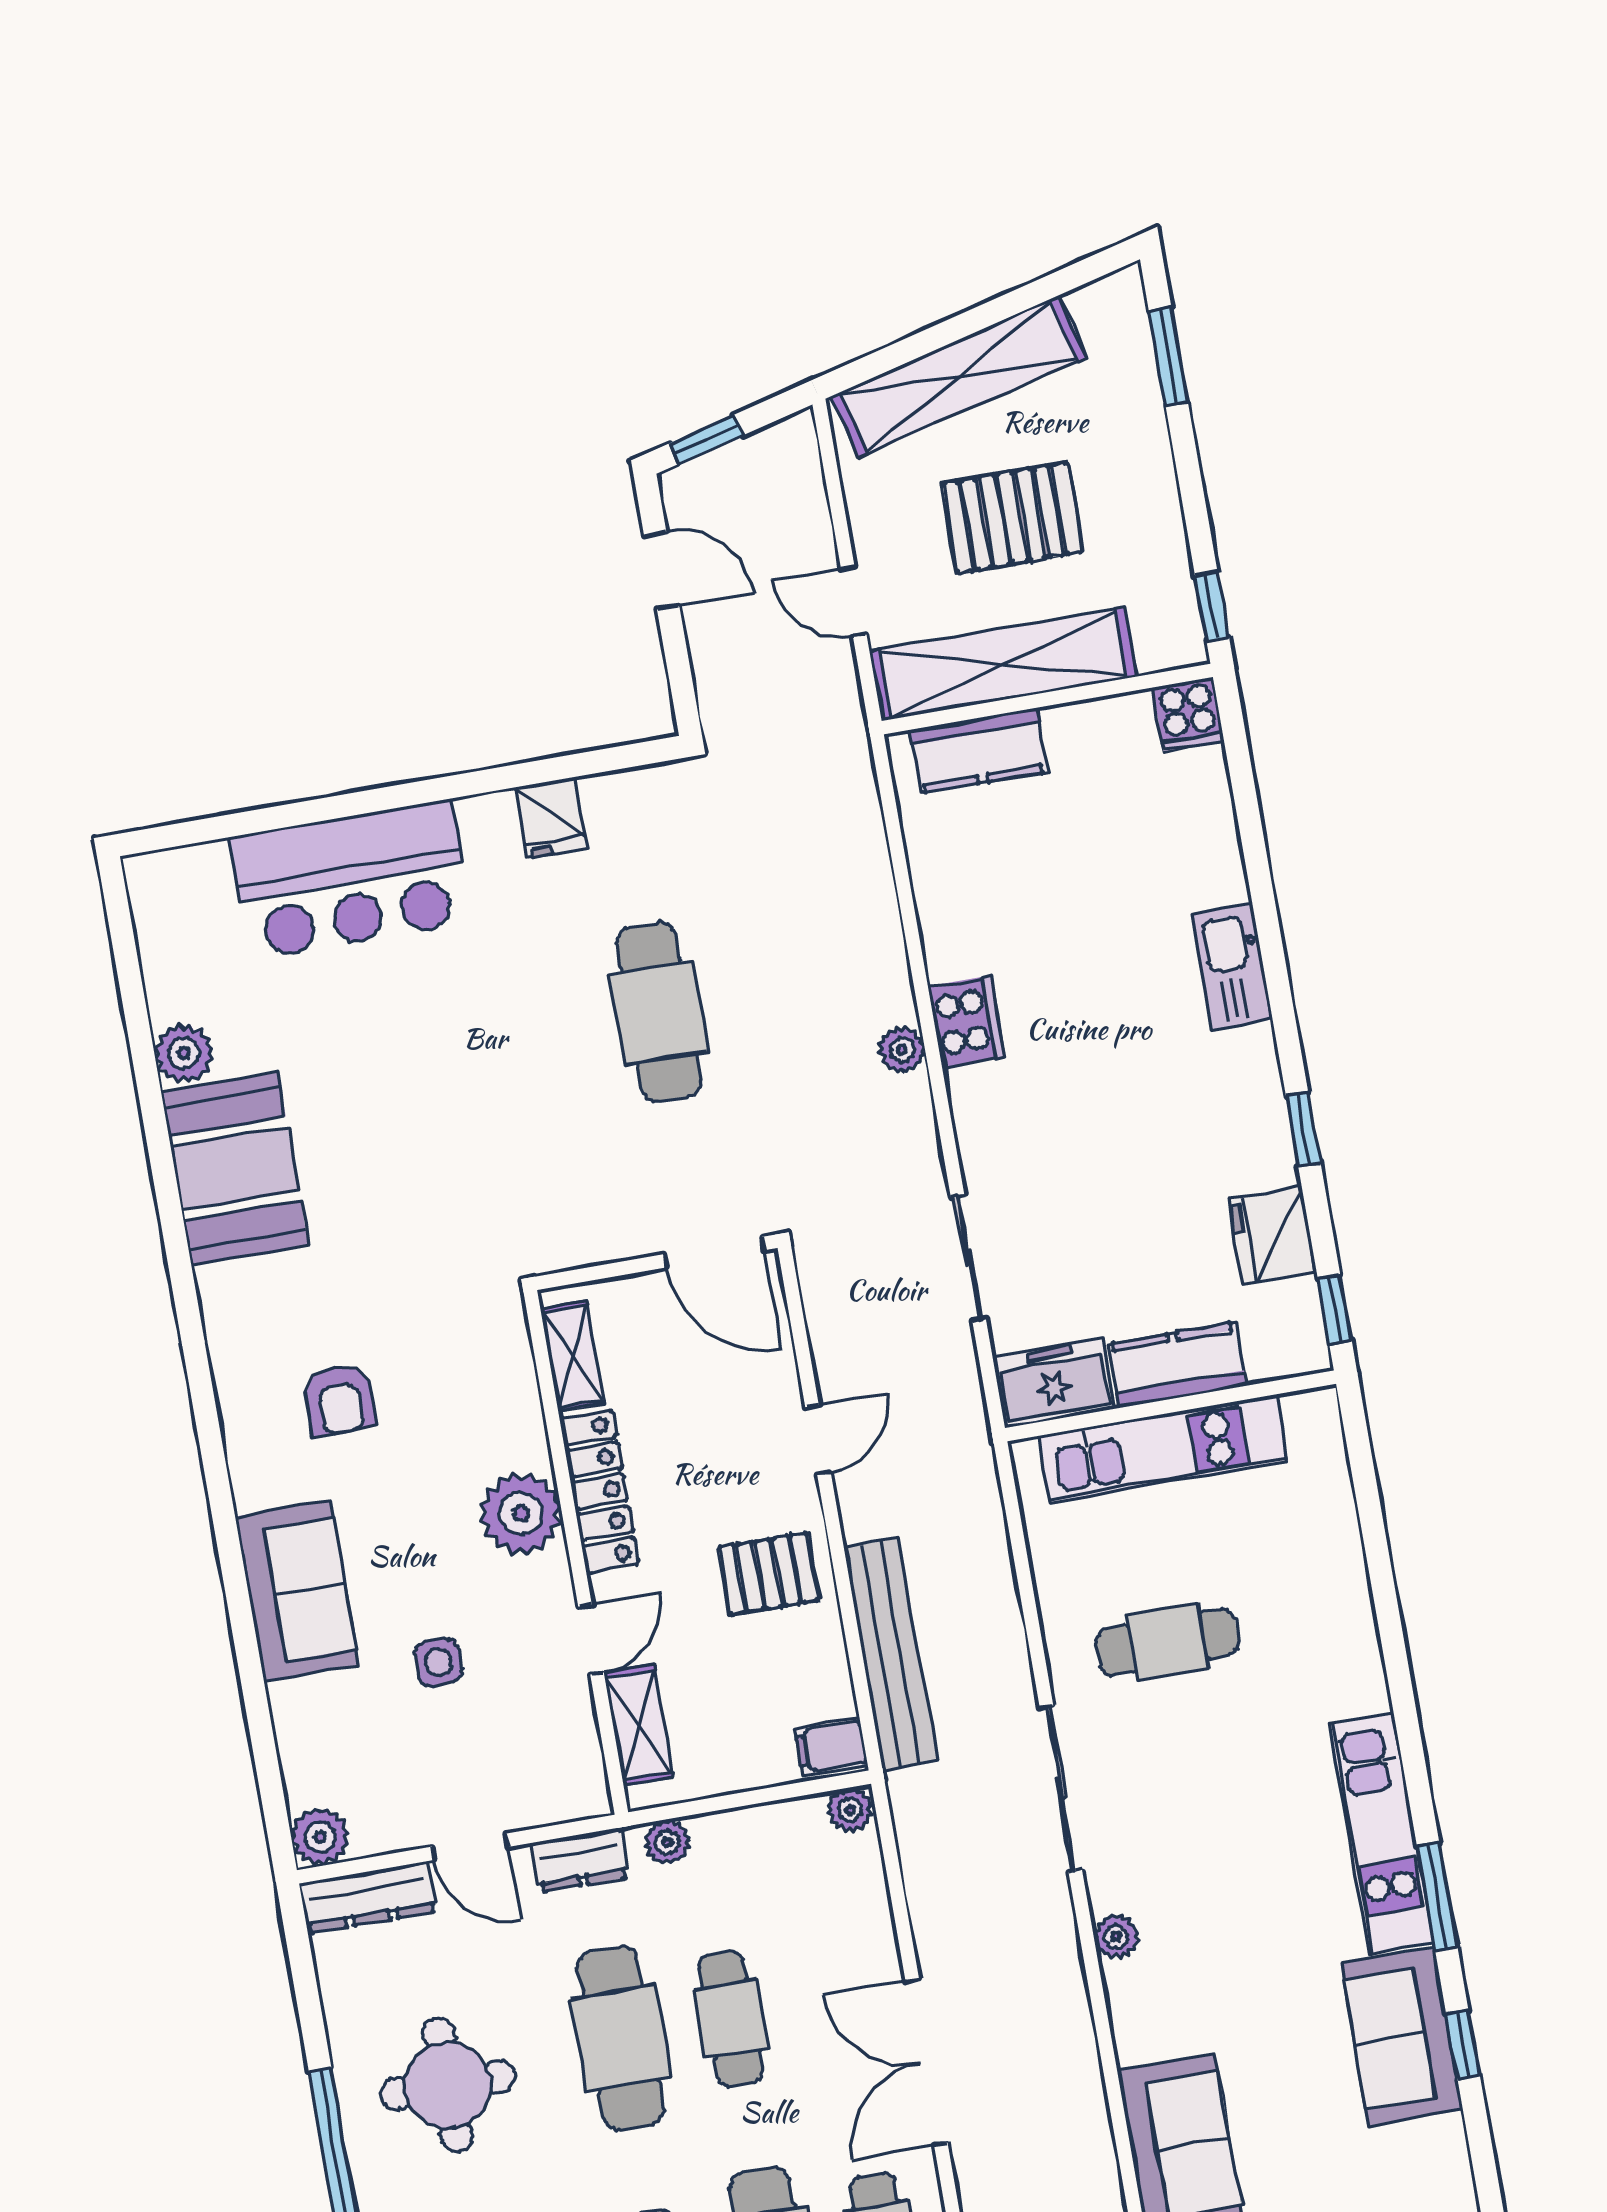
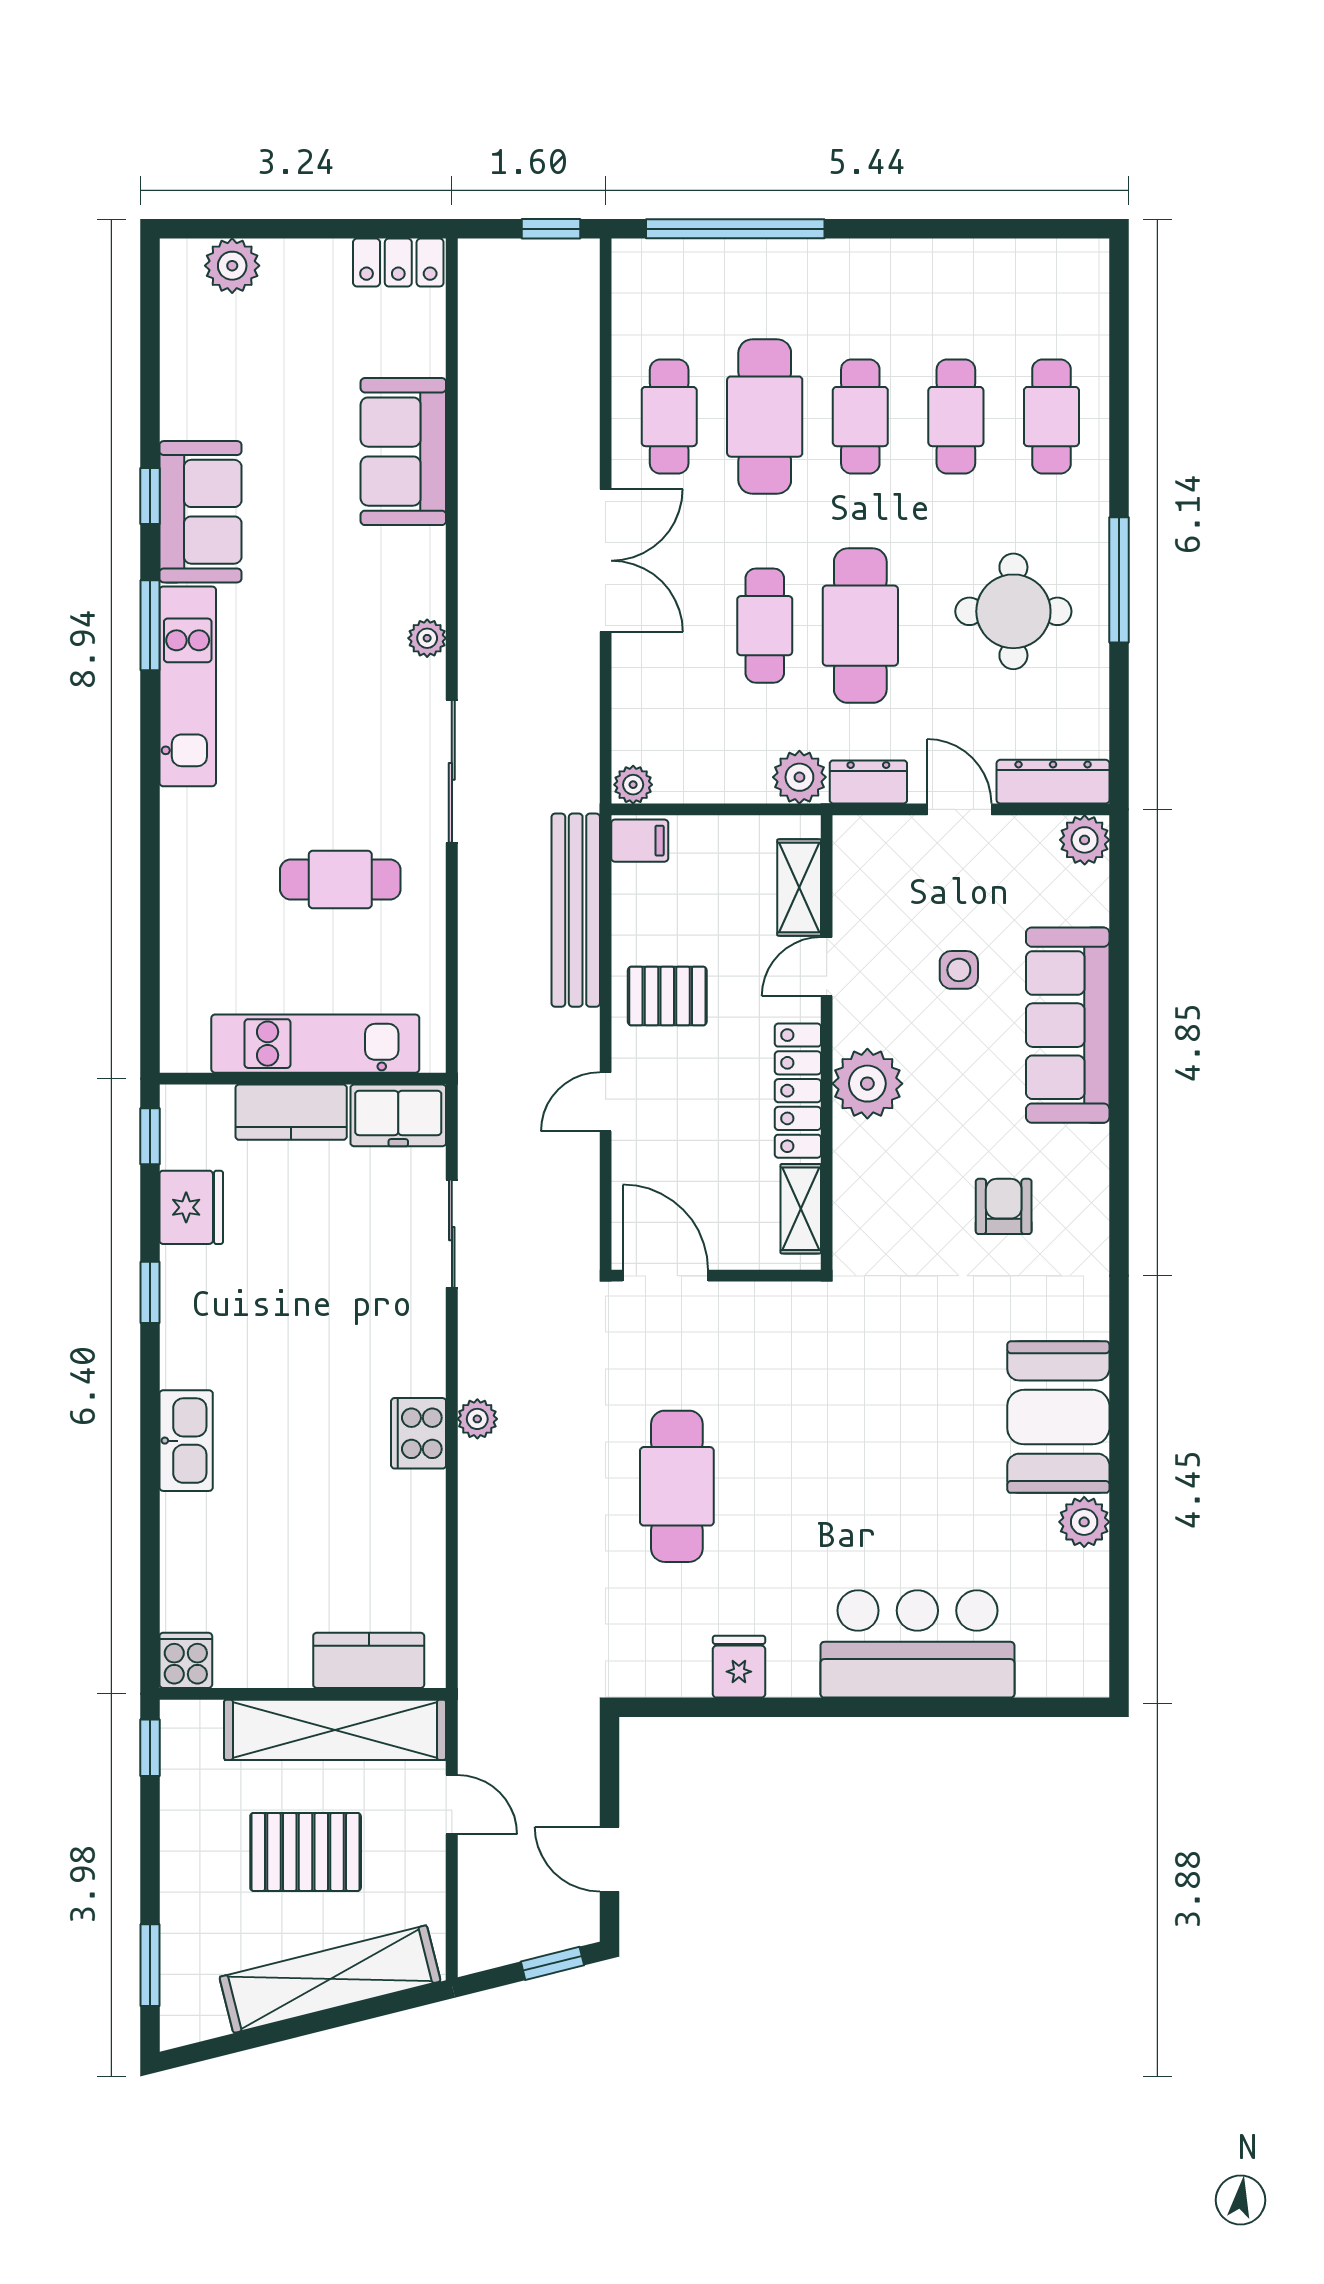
sofa: (297, 1591) -> (1068, 1025), width x1.36
plant: (667, 1842) -> (799, 777), width x1.38, depth x1.38

